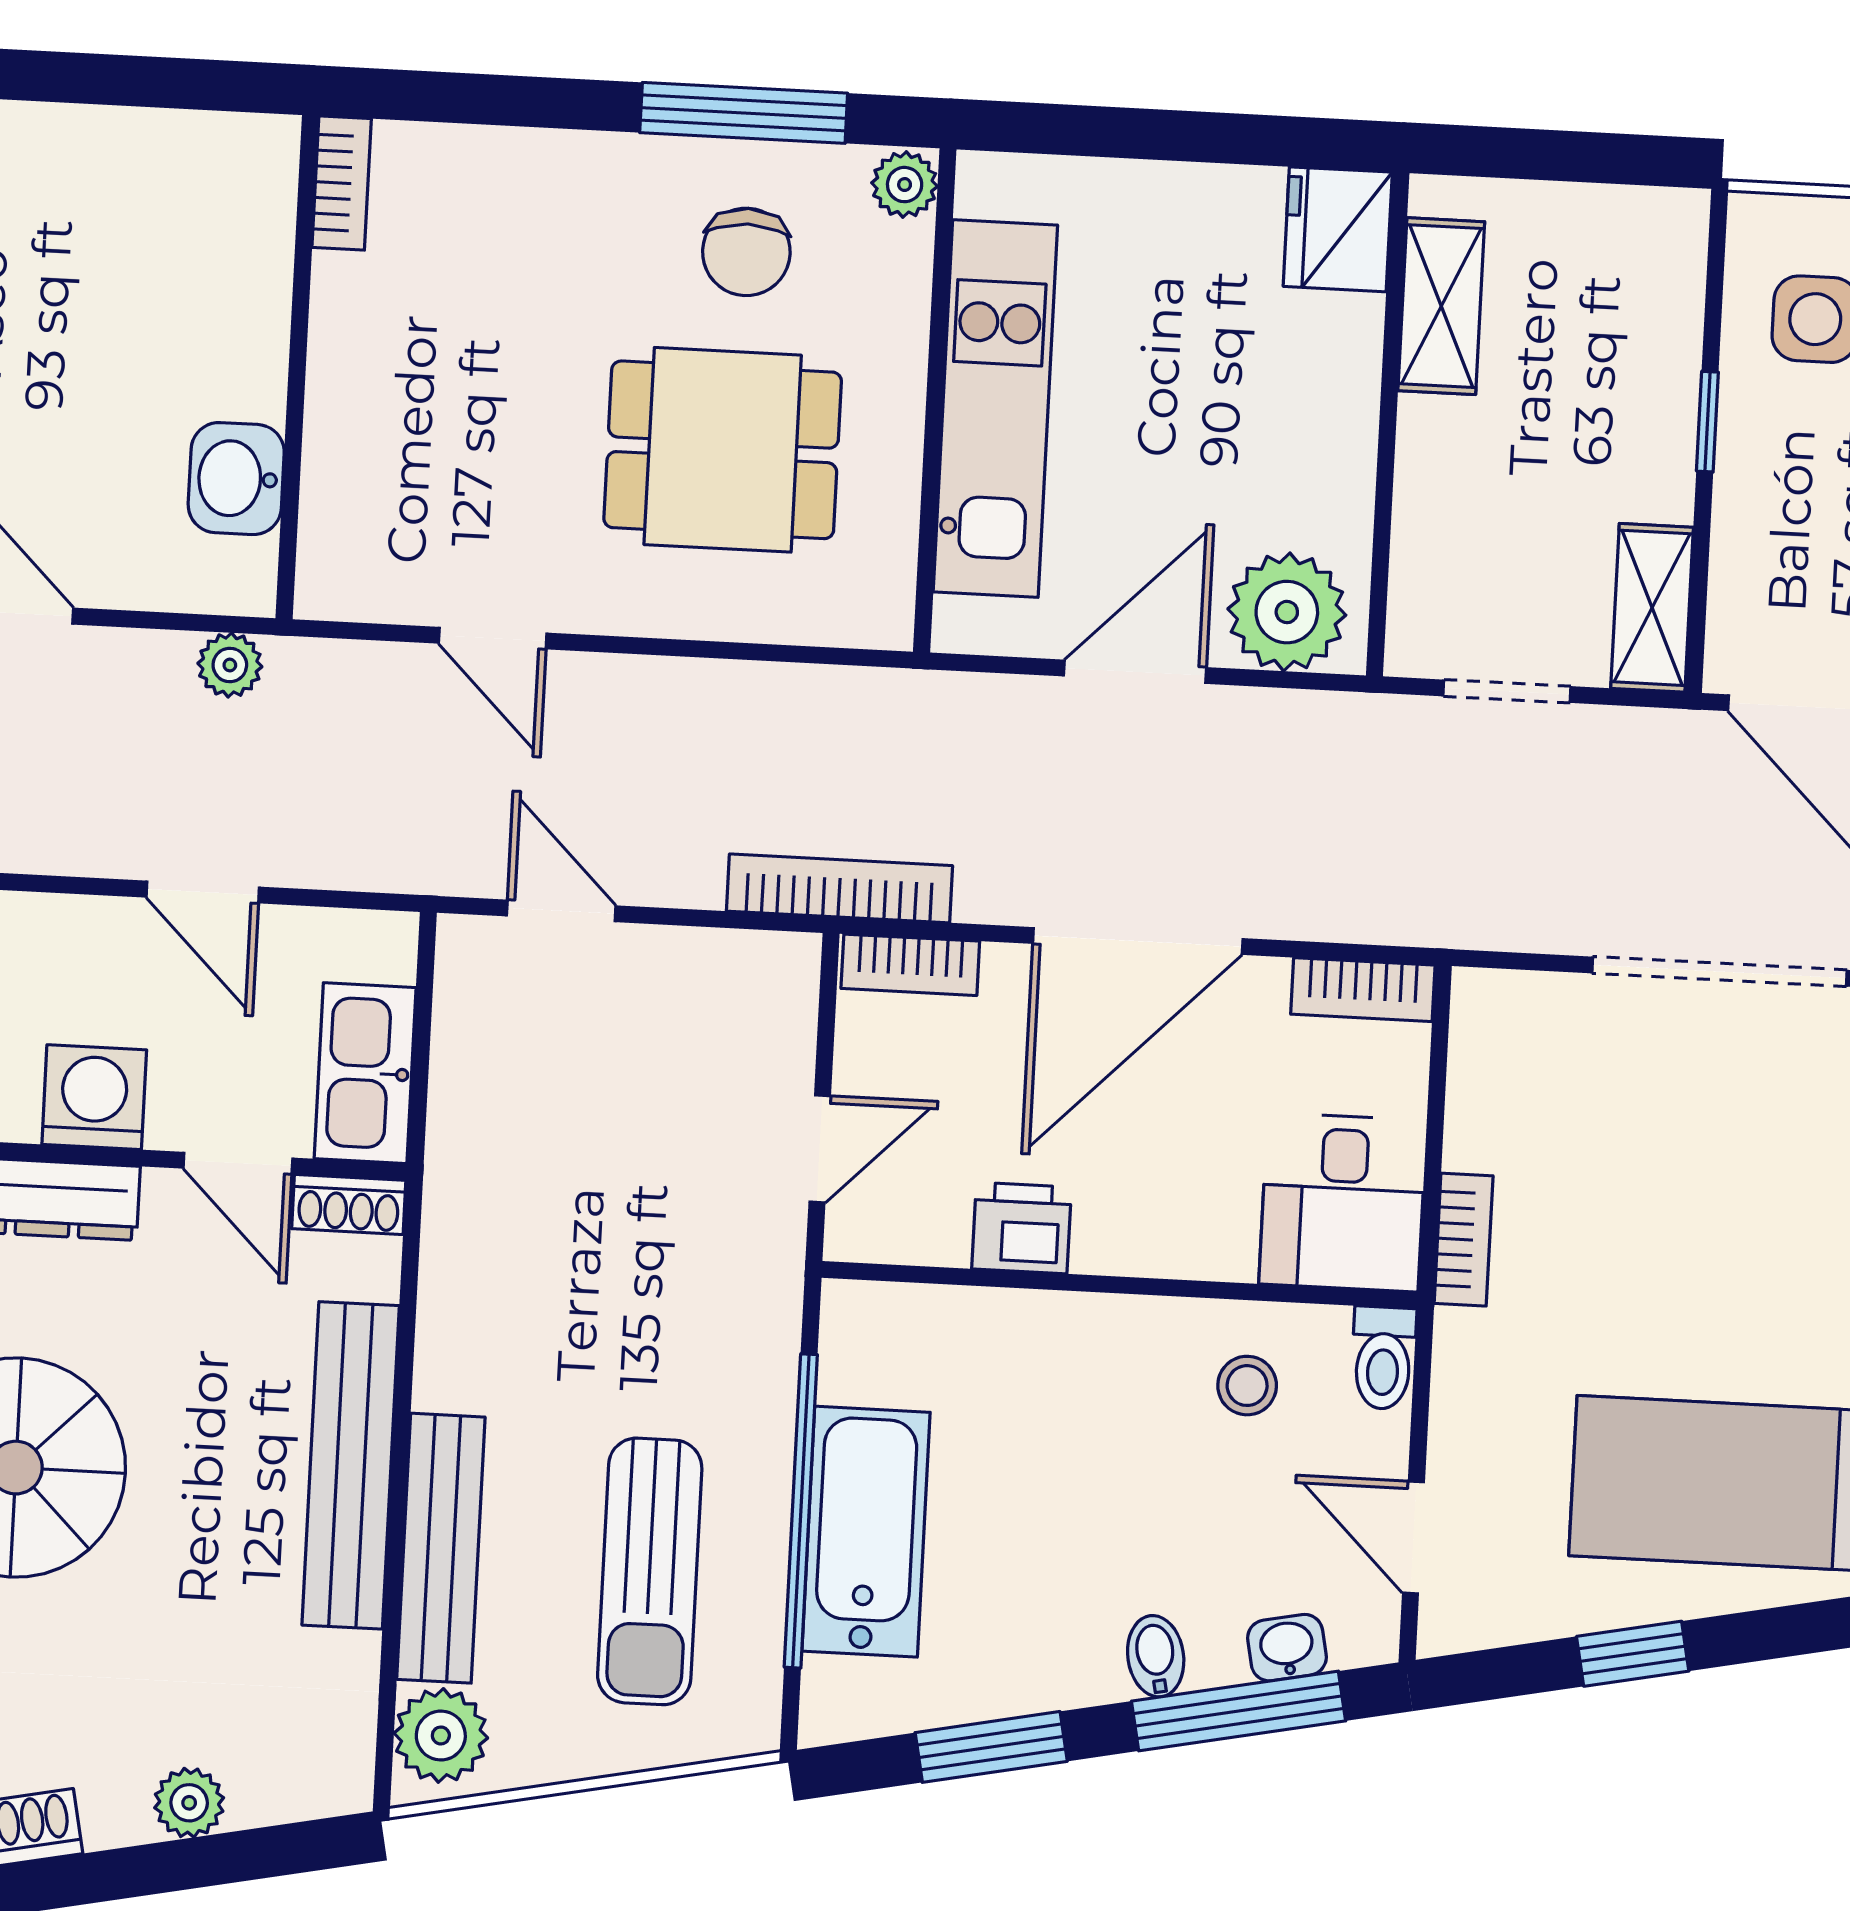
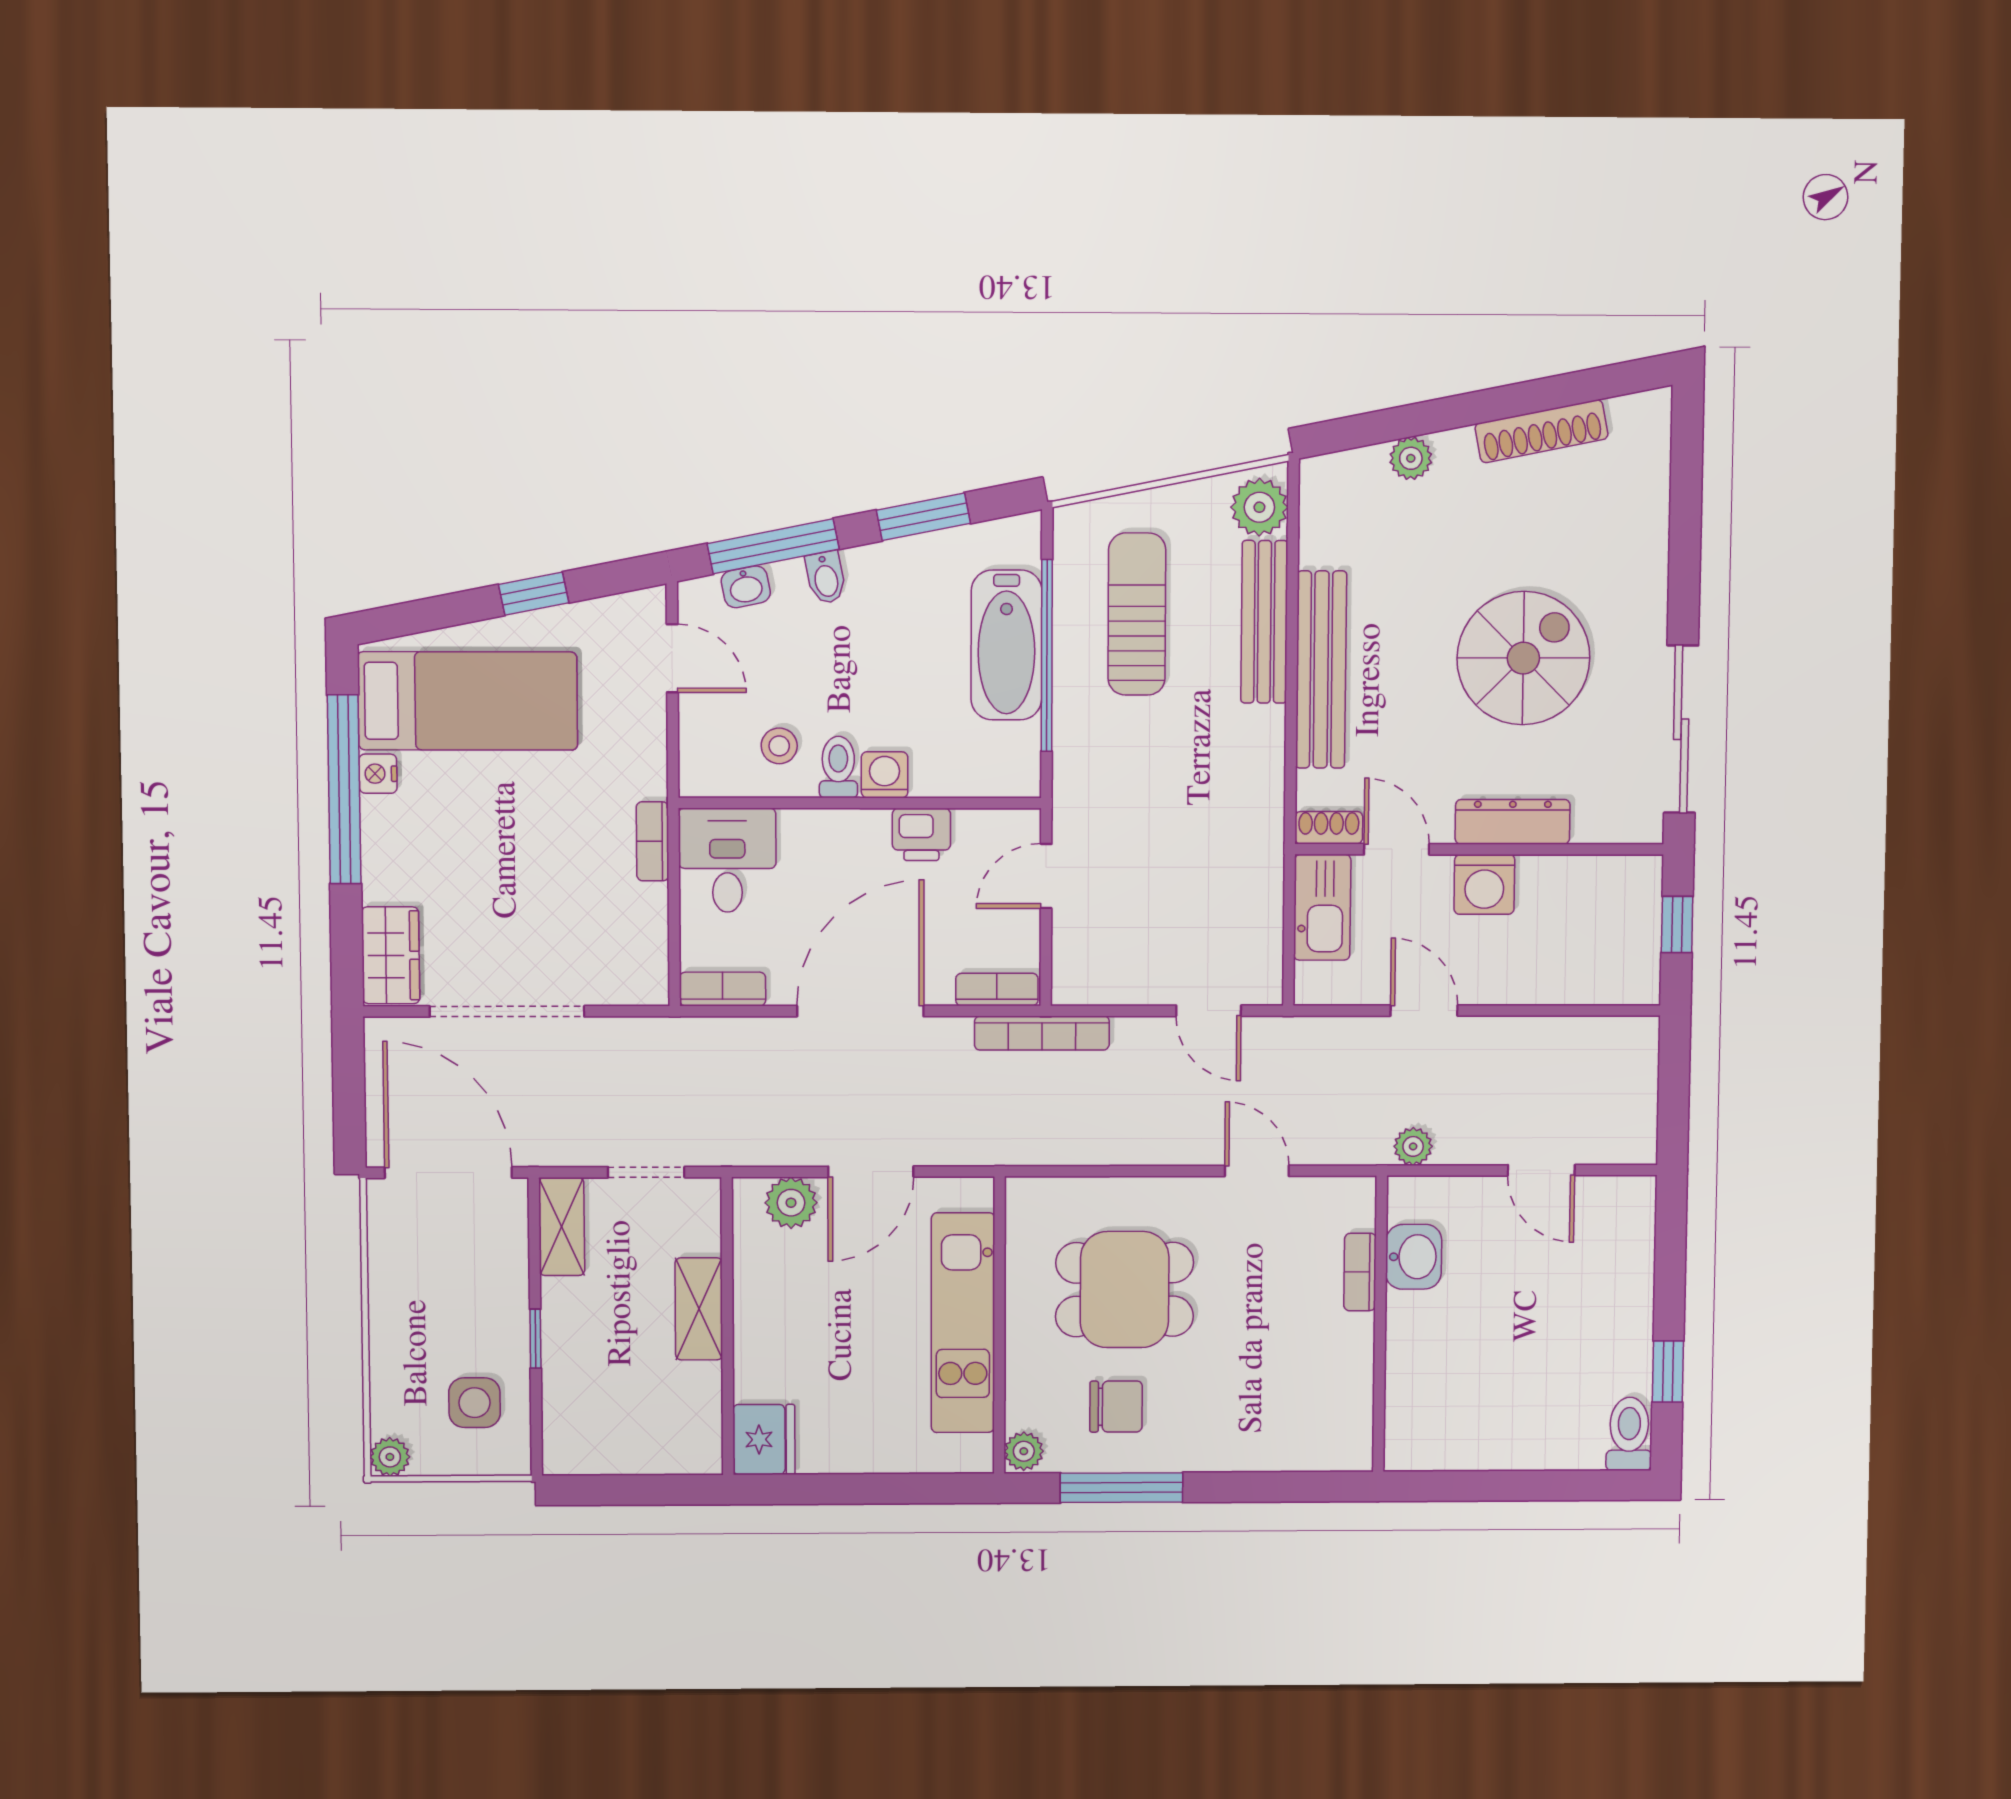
bookcase: (342, 183) -> (1360, 1272), moved
chair: (746, 252) -> (1116, 1407), turned 90
shelving: (1441, 306) -> (699, 1309), moved
plant: (1287, 612) -> (791, 1203), width x0.73, depth x0.73
washing machine: (1077, 1329) -> (885, 775), added
toilet: (1383, 1358) -> (838, 767), moved

